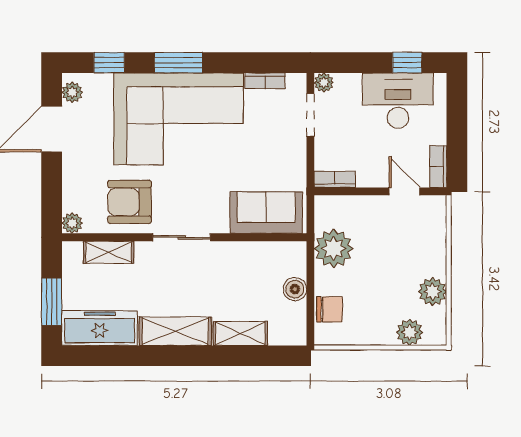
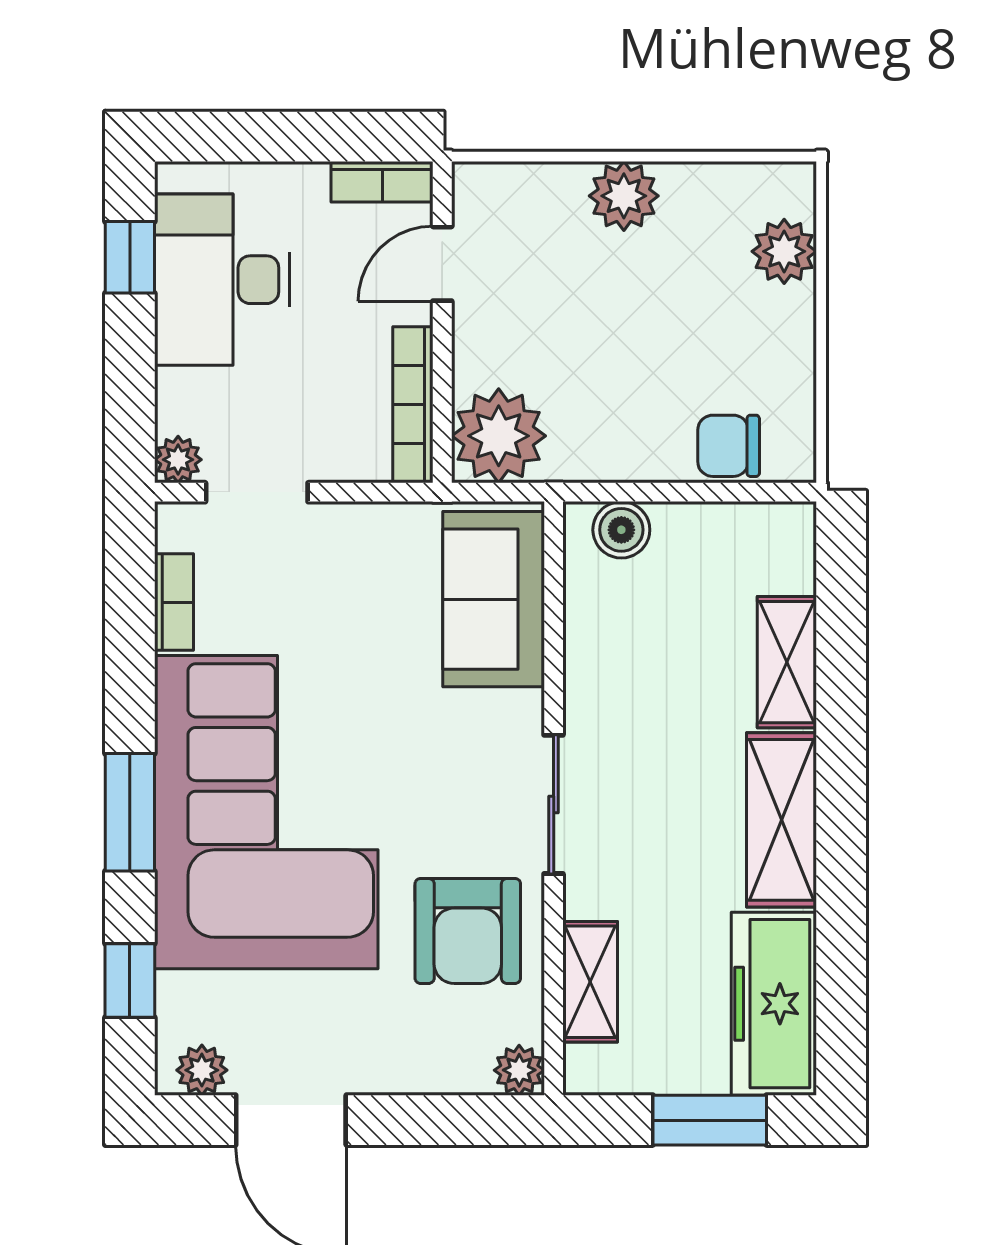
bookcase: (335, 179) -> (413, 405), width x1.56
plant: (334, 249) -> (499, 436), moved
boiler: (295, 289) -> (621, 530), moved
plant: (432, 292) -> (624, 196), moved
chair: (329, 309) -> (729, 446), turned -90

